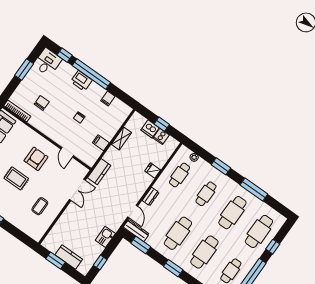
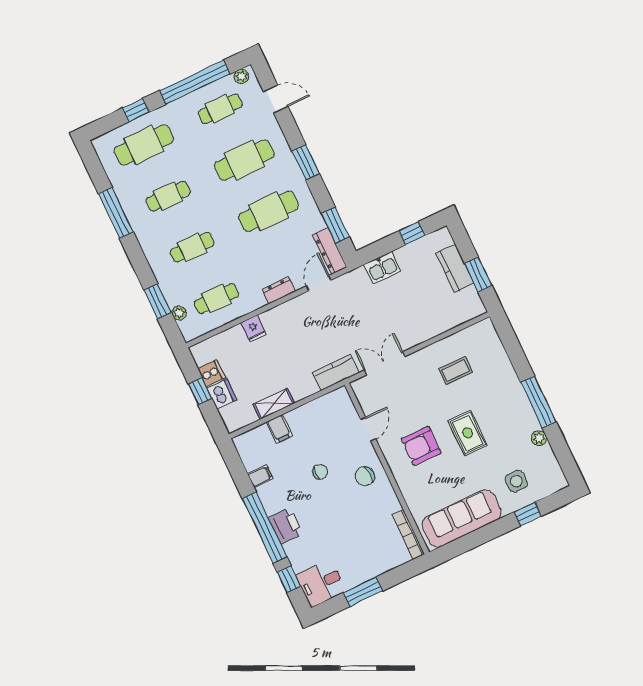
chair: (42, 103) -> (365, 476), moved
filing cabinet: (101, 143) -> (279, 429), moved
window: (221, 166) -> (158, 301), moved
cafe table: (232, 213) -> (168, 196), width x0.73, depth x0.74

